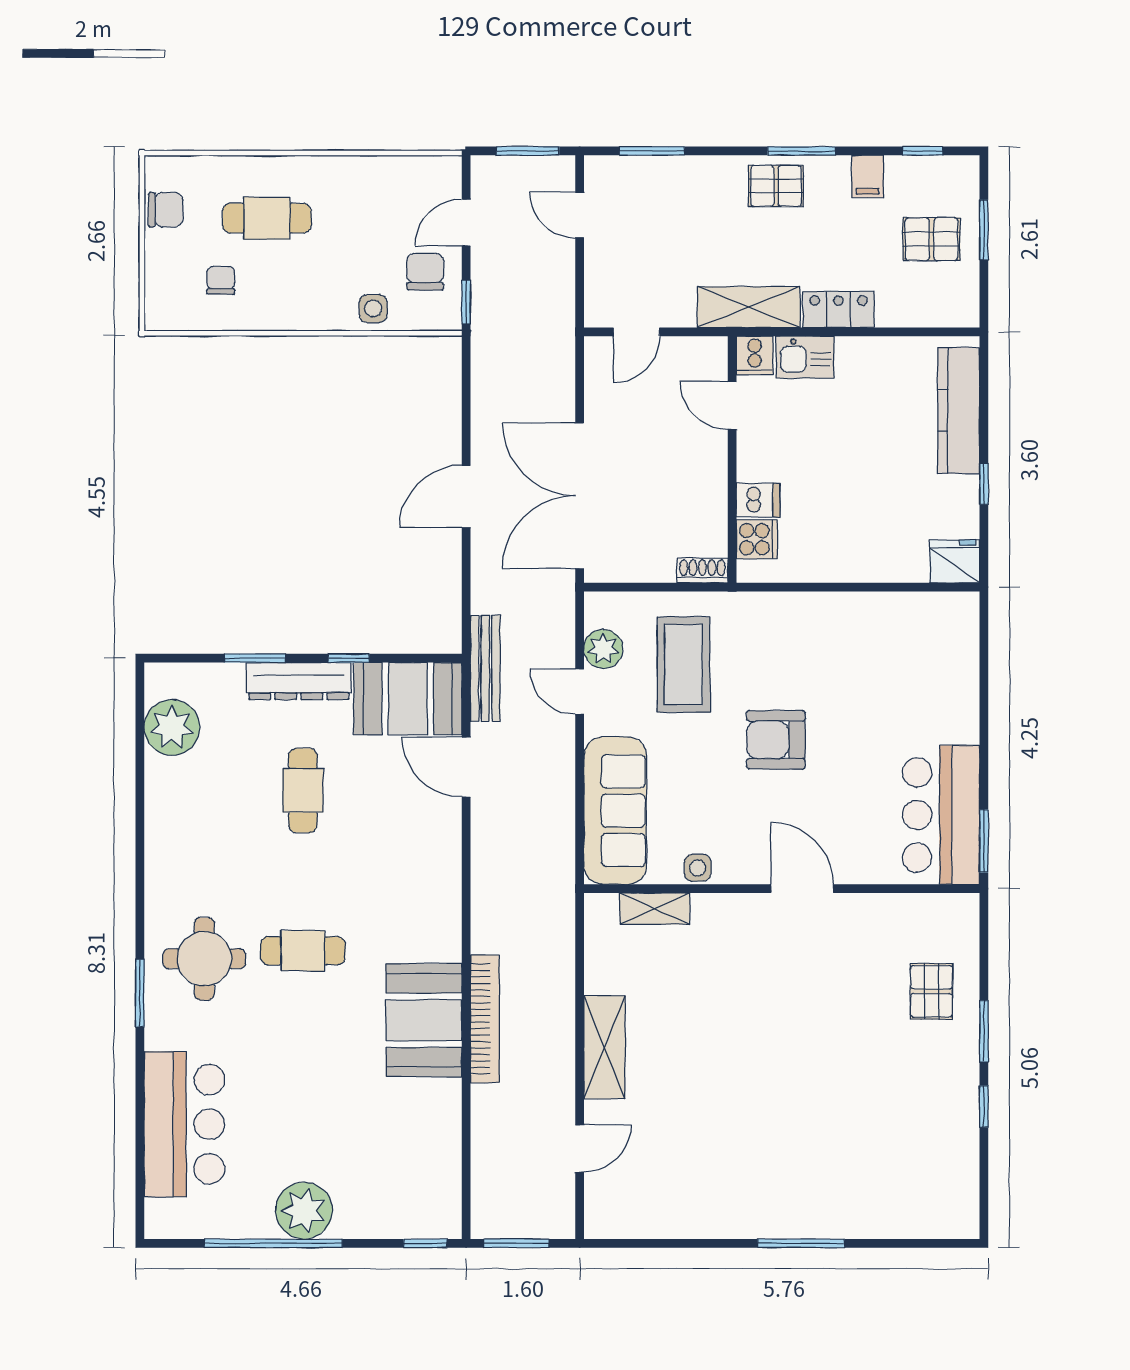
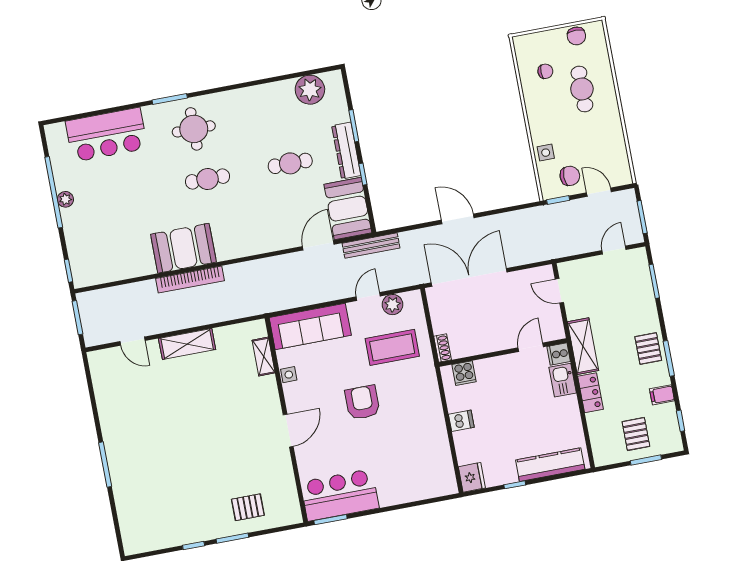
dishwasher: (758, 500) -> (461, 421), moved, turned -90
cafe table: (303, 951) -> (208, 179), turned 90
plant: (304, 1211) -> (65, 199), width x0.53, depth x0.53

